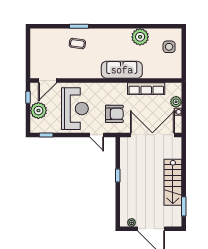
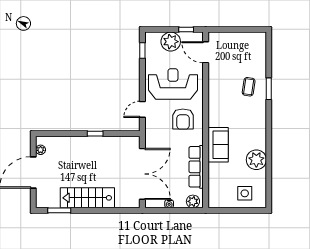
sofa: (122, 70) -> (218, 145), width x0.73
plant: (176, 102) -> (193, 201), moved
reception desk: (75, 109) -> (173, 84), turned 180
armchair: (114, 114) -> (183, 119), moved

